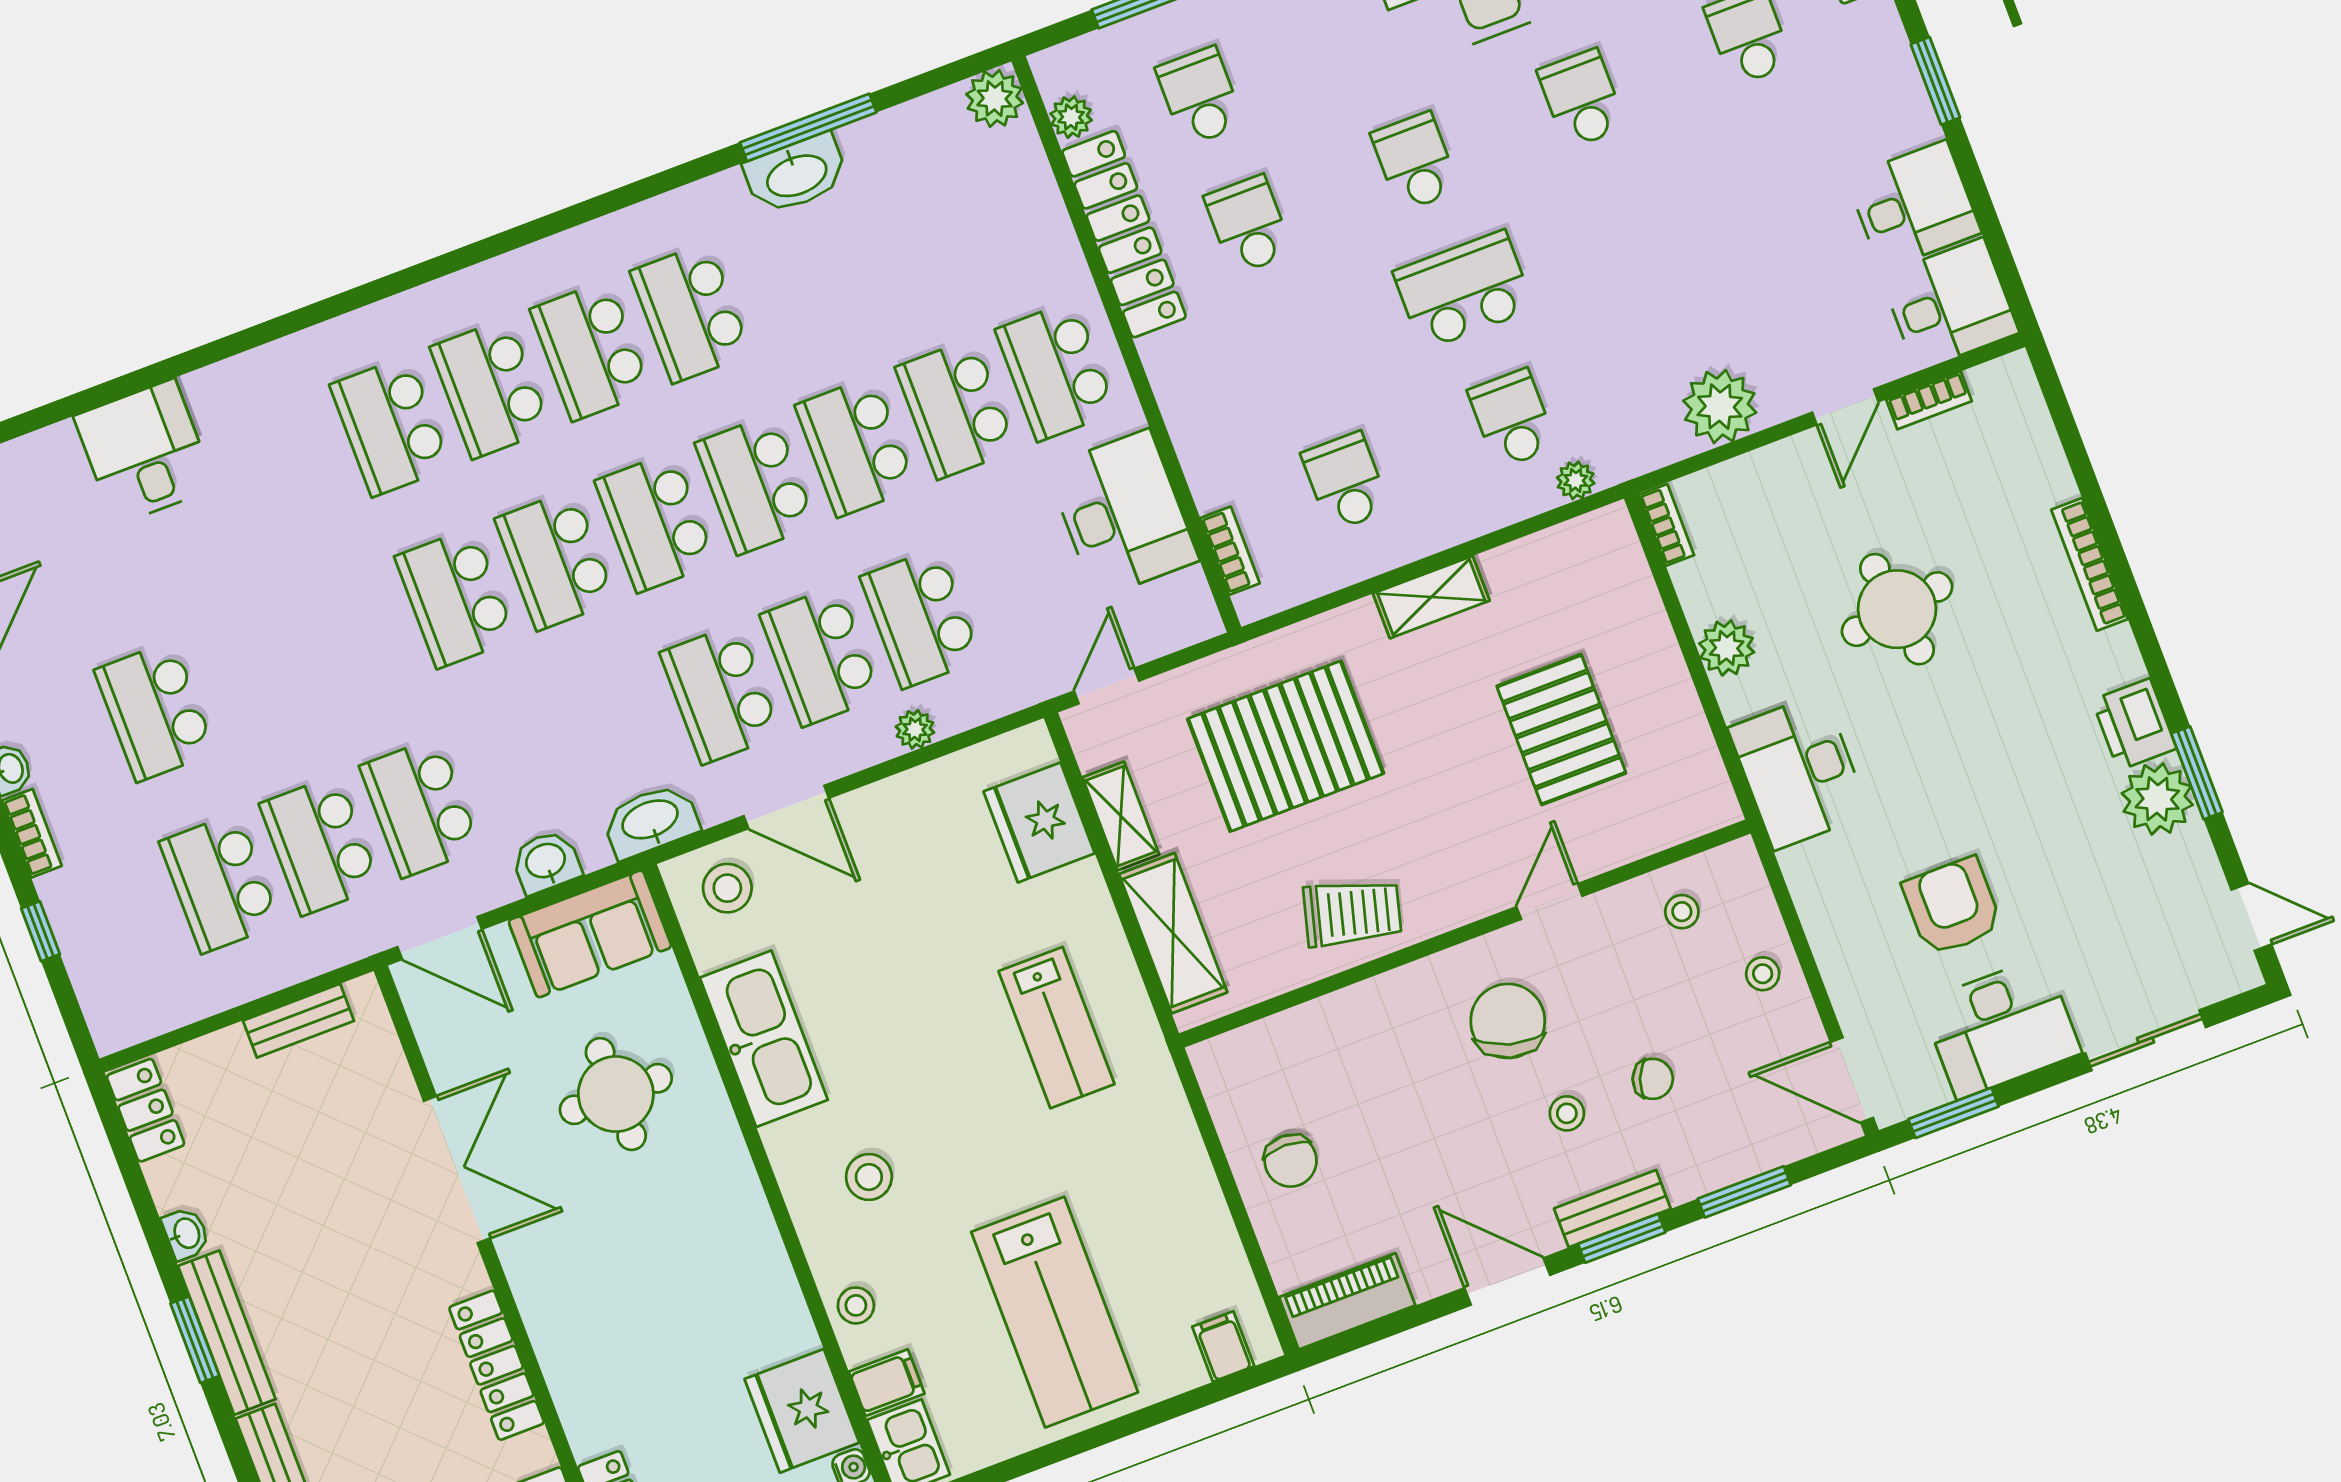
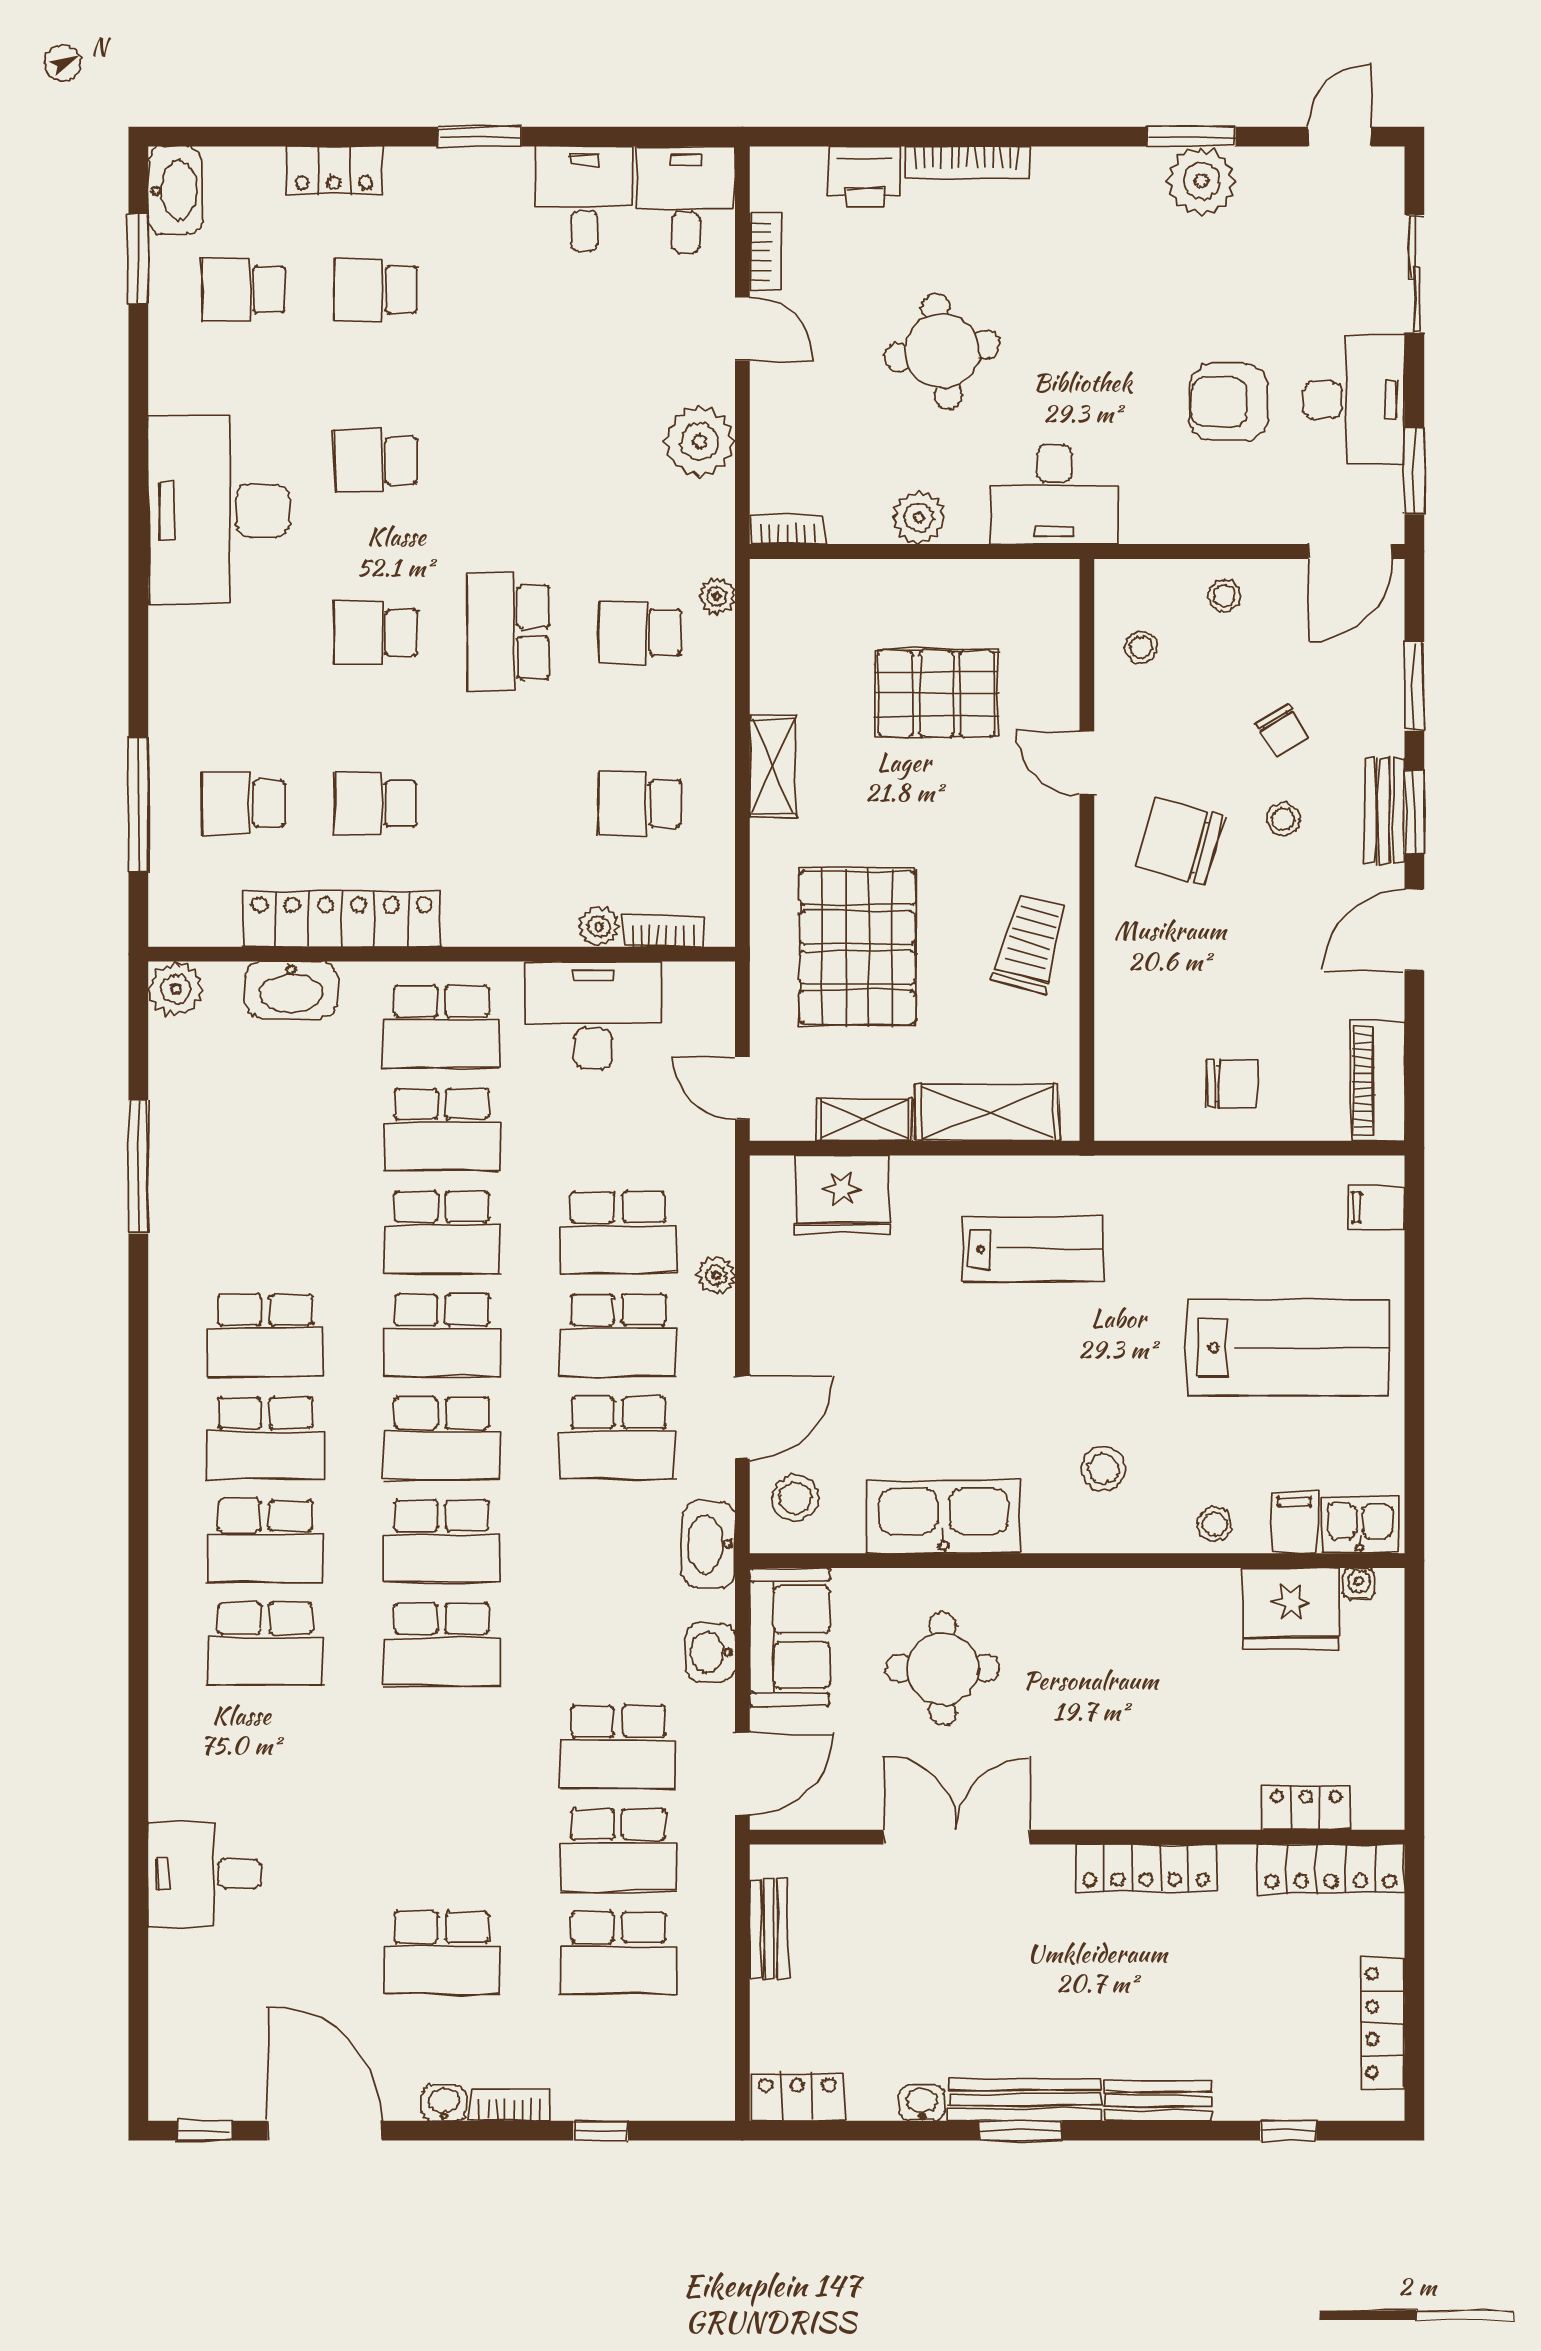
plant: (1071, 117) -> (599, 927), moved
washbasin: (796, 174) -> (291, 990), moved, turned 90
printer: (2134, 724) -> (865, 177), moved
chair: (1653, 1079) -> (1281, 730), turned 128

